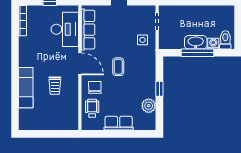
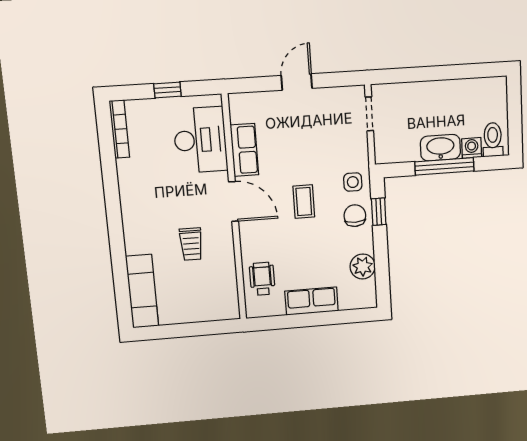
row of seats: (88, 30) -> (244, 150), width x0.68
side table: (142, 40) -> (353, 182), moved
chair: (95, 87) -> (355, 216), moved
exam couch: (26, 88) -> (142, 291), moved
window: (159, 89) -> (379, 212), moved

